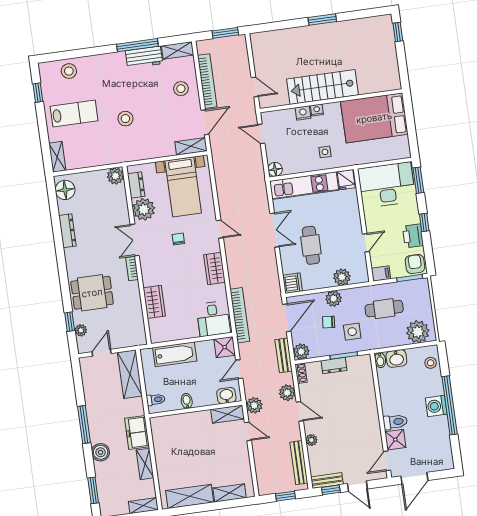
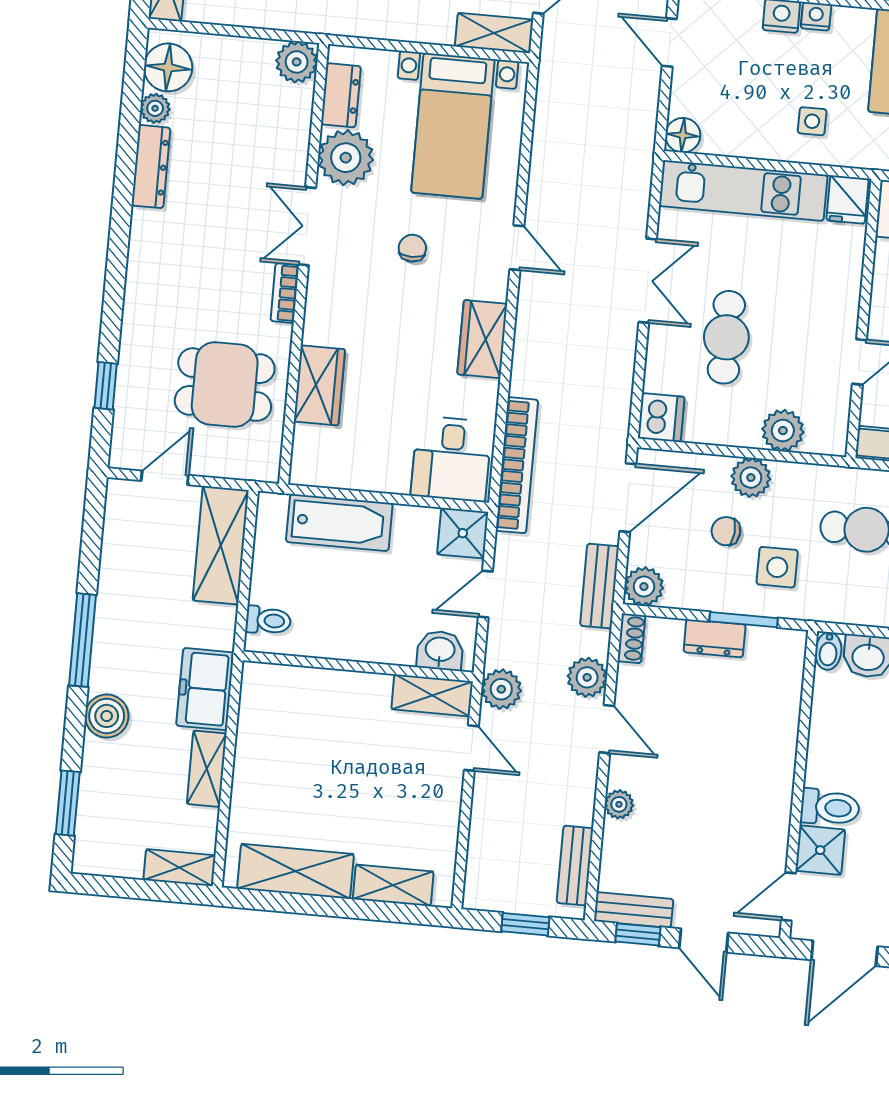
dining table: (92, 293) -> (225, 385), moved
plant: (81, 330) -> (155, 108), moved
bidet: (187, 401) -> (342, 641), removed
bench: (299, 463) -> (575, 866), width x0.73

